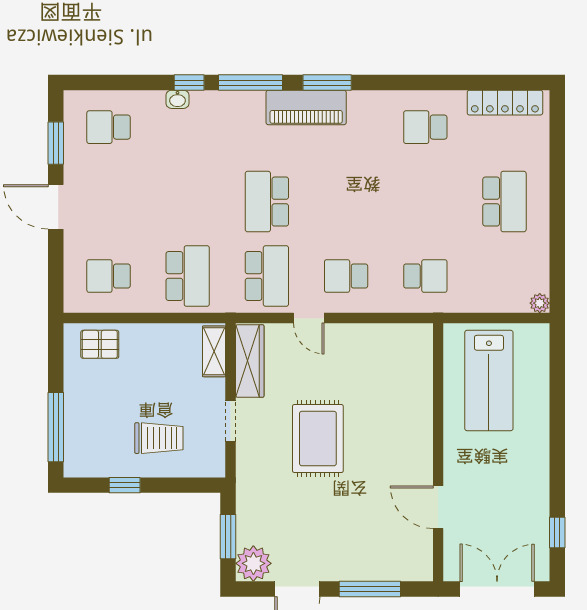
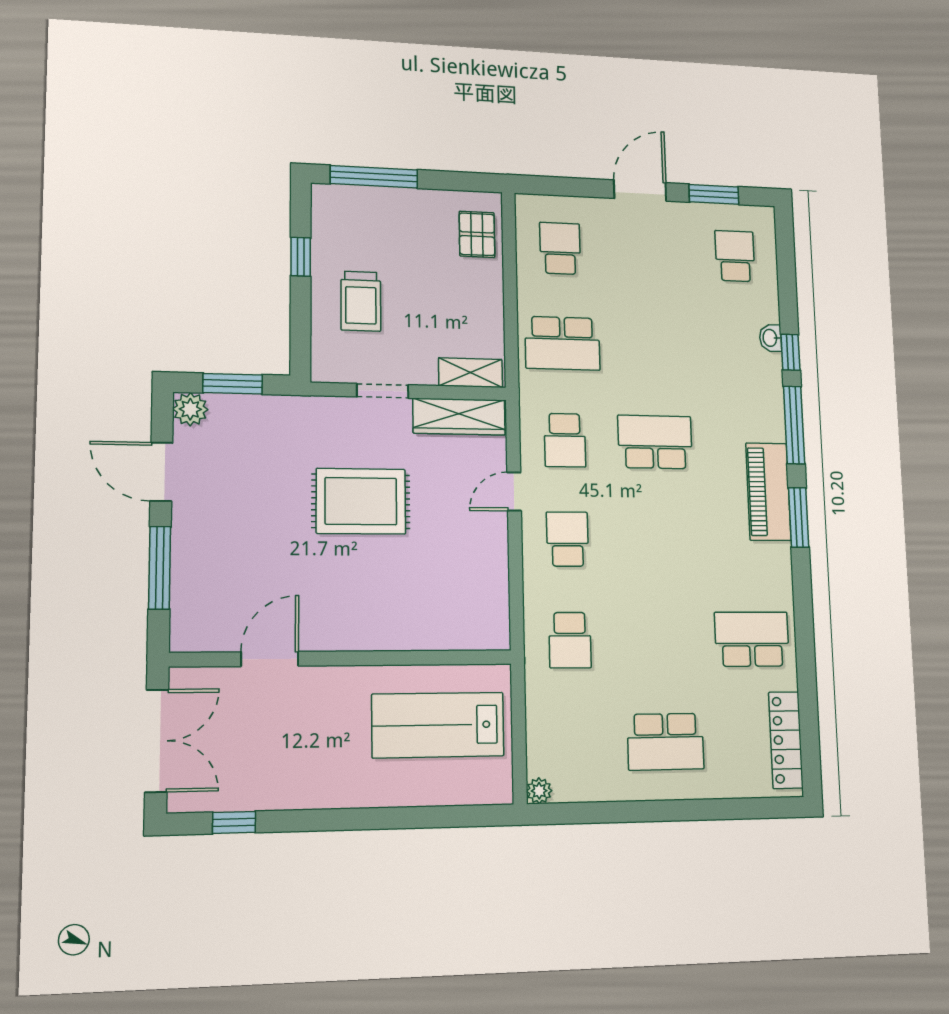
school desk: (425, 127) -> (752, 639), width x1.85
school desk: (267, 276) -> (565, 440), width x0.54
plant: (253, 563) -> (190, 409), width x0.73, depth x0.73

